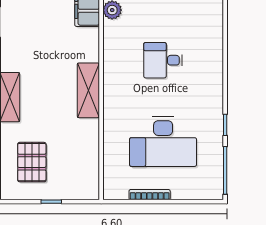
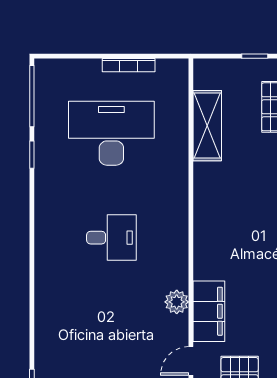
shelving: (88, 90) -> (207, 126), moved

